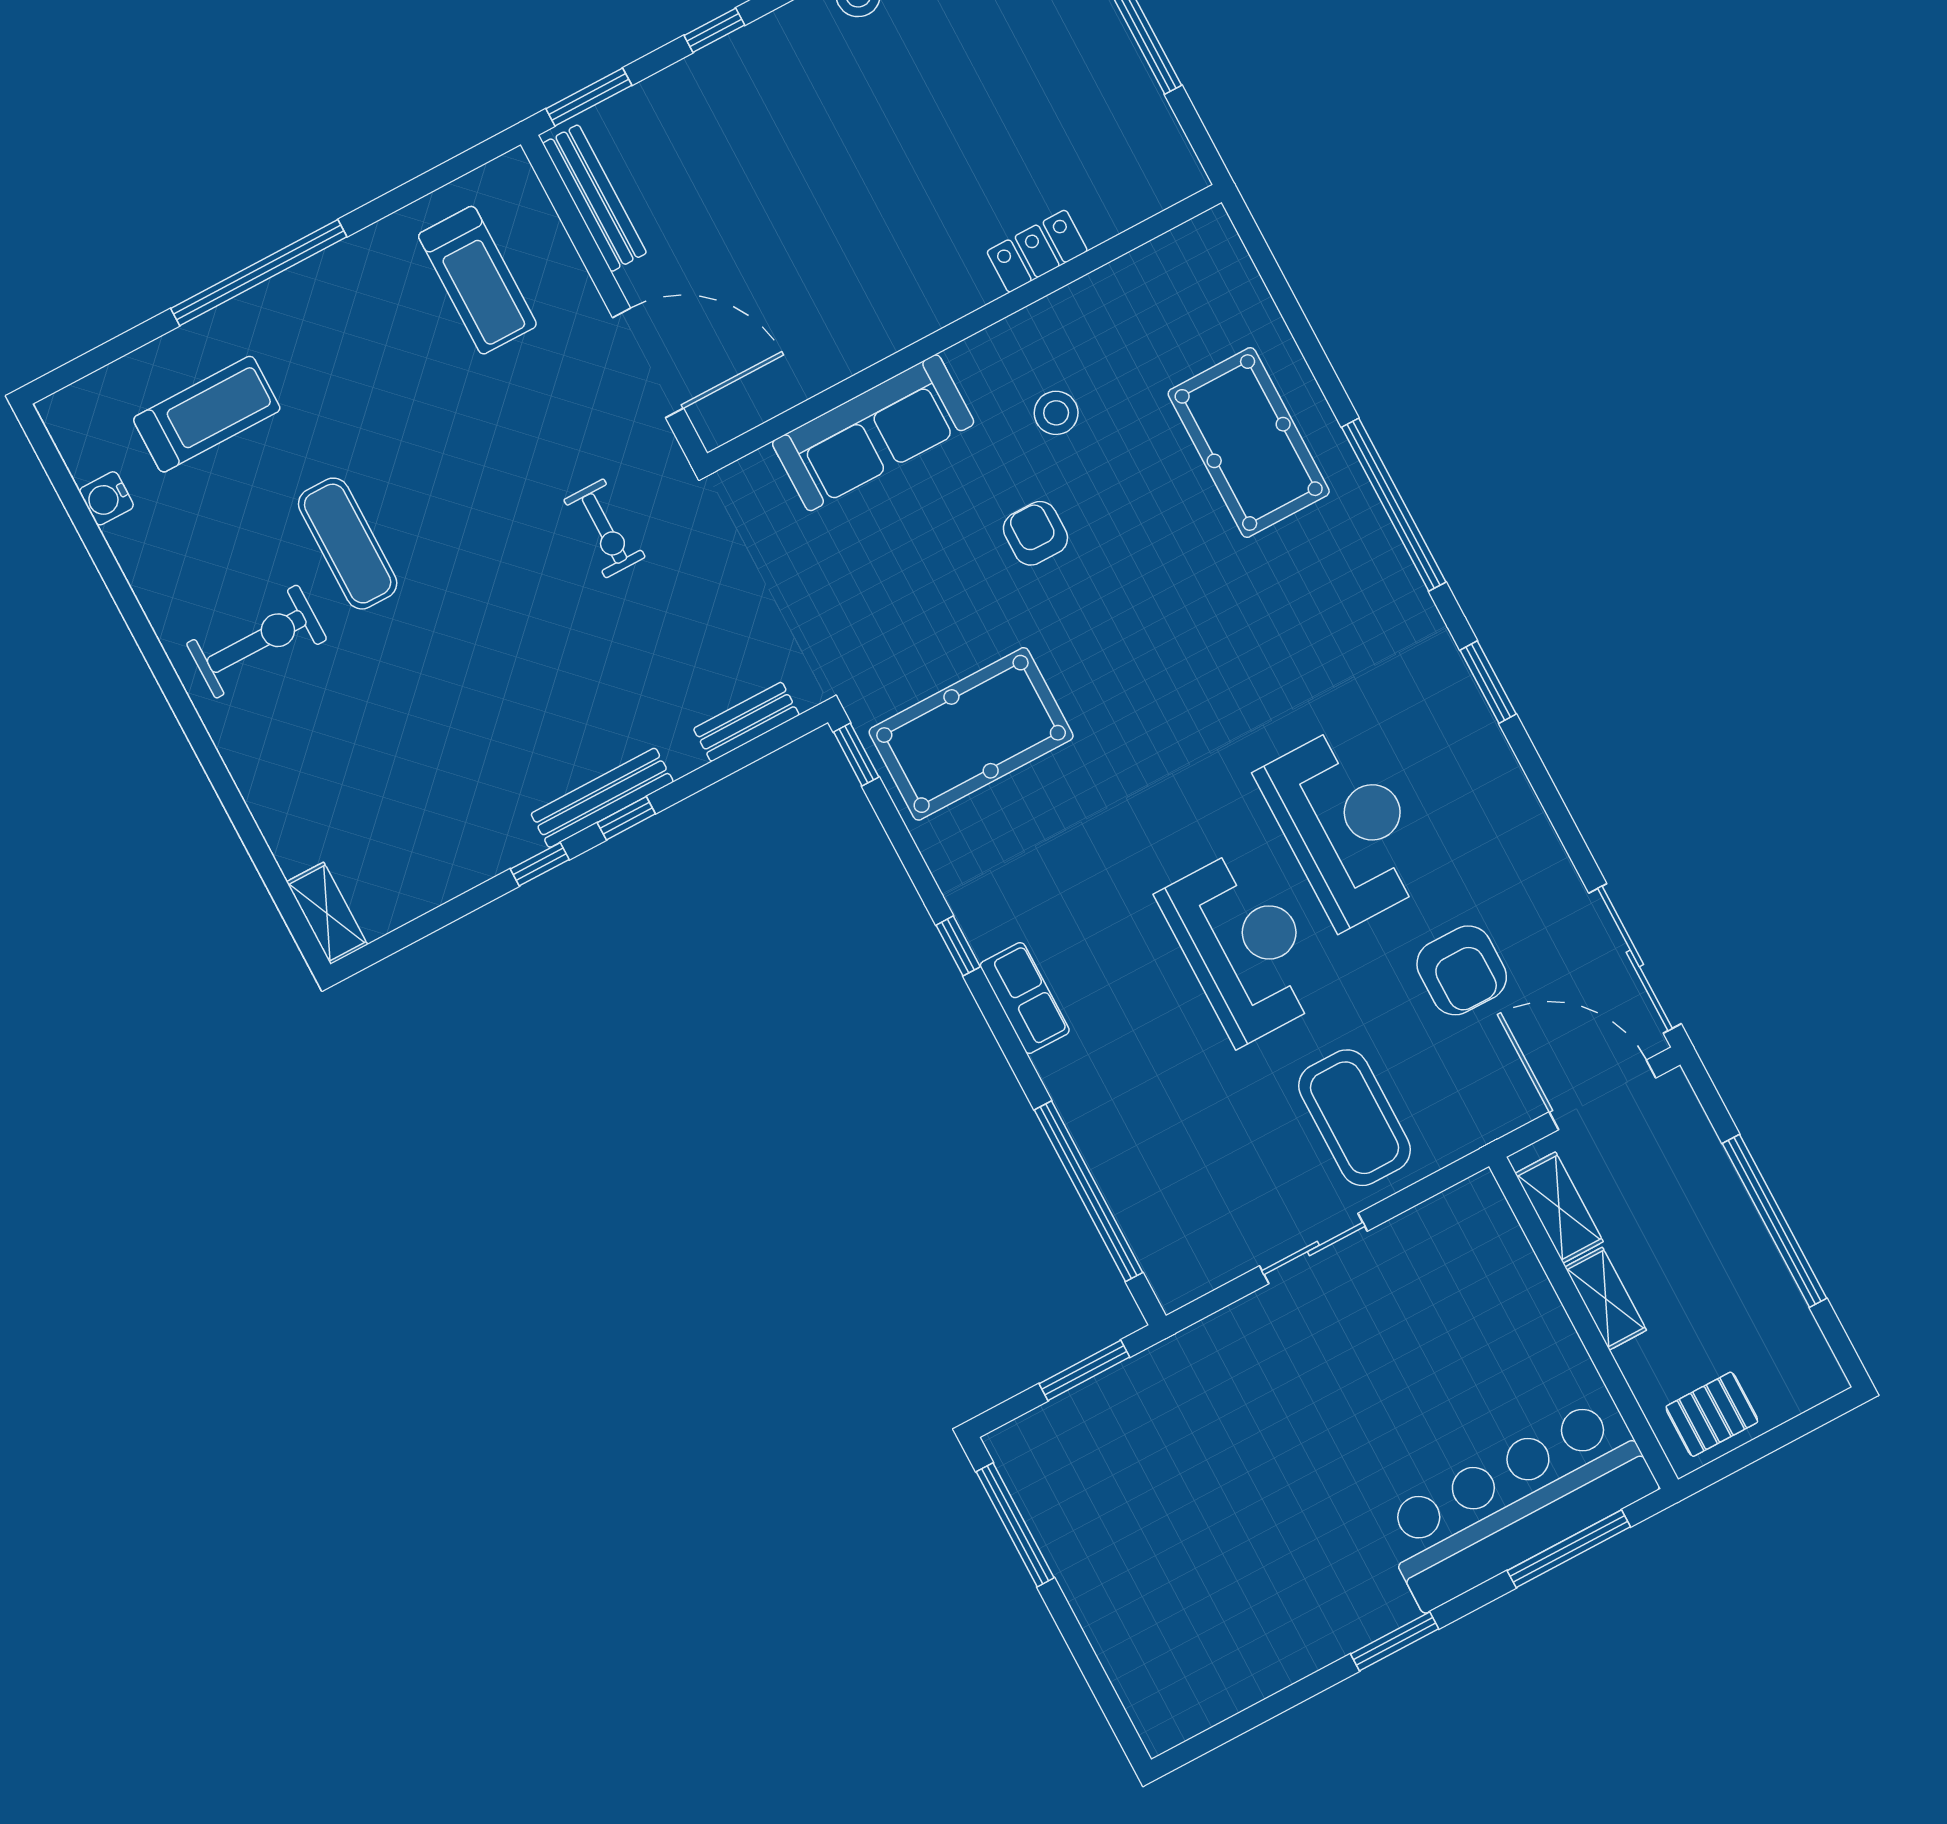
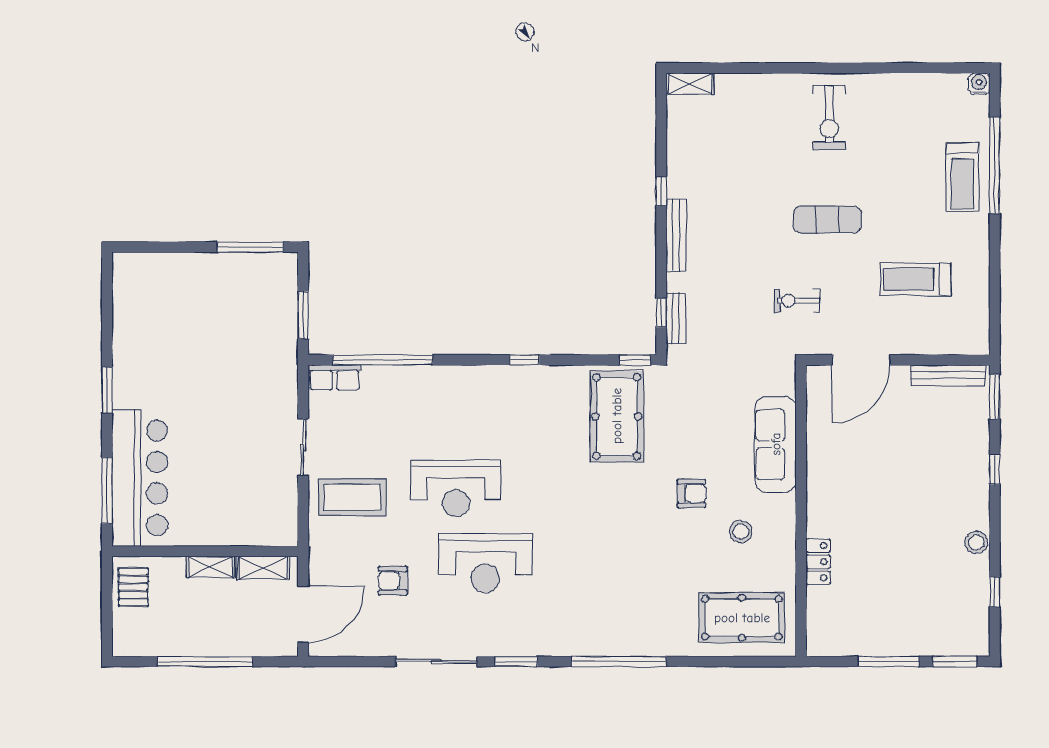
window: (259, 273) -> (995, 165), moved
treadmill: (477, 280) -> (915, 279), moved
treadmill: (207, 414) -> (963, 177), moved
pool table: (1249, 443) -> (742, 618), moved
water cooler: (106, 498) -> (979, 84), moved
exercise mat: (348, 544) -> (827, 219), moved
window: (626, 818) -> (661, 313), moved
sliding door: (1635, 958) -> (436, 662), moved
armchair: (1462, 970) -> (393, 581), width x0.72, depth x0.72
row of seats: (1025, 998) -> (334, 377), moved

